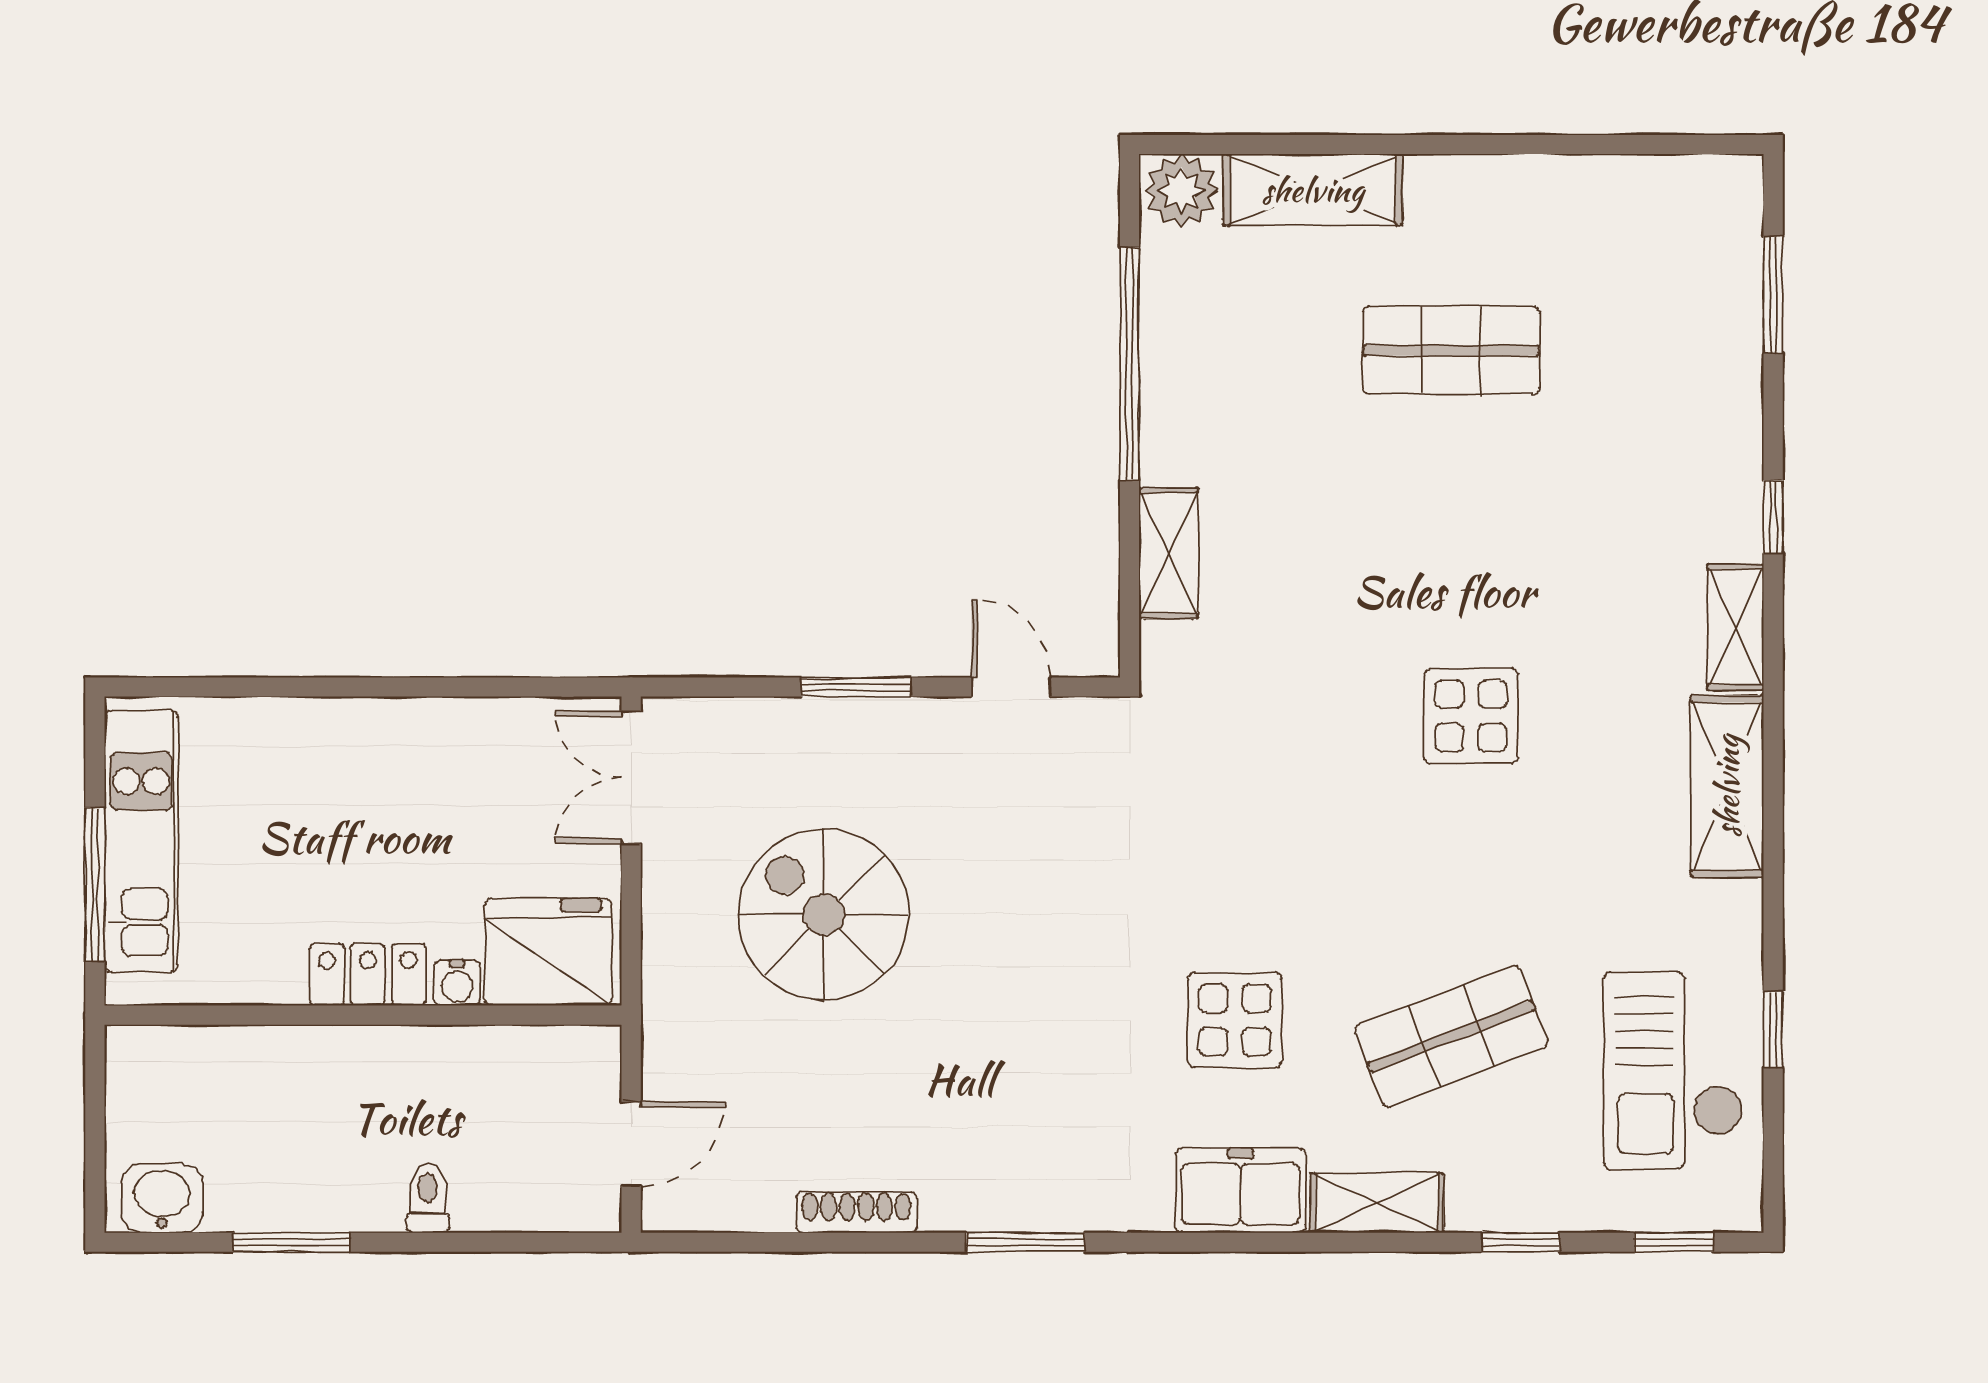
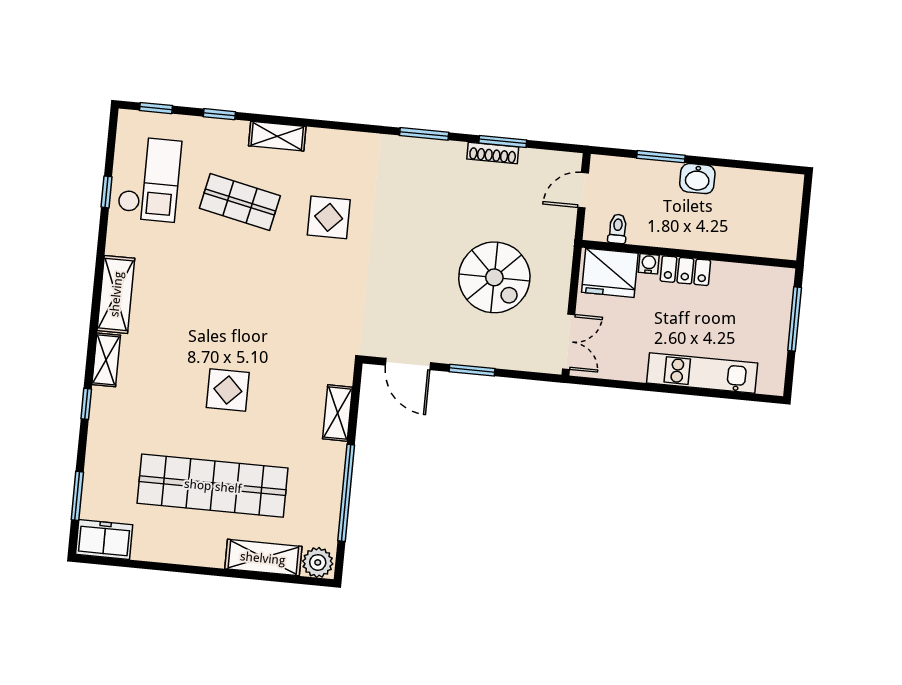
shop shelf: (1451, 350) -> (213, 486), width x2.00, depth x1.36
door: (1011, 687) -> (408, 364), width x1.38
display table: (1471, 716) -> (228, 390), moved
kitchen unit: (141, 841) -> (702, 373), moved, turned 90
shop shelf: (1451, 1036) -> (240, 202), turned 33
freezer: (1240, 1190) -> (104, 540), moved, turned 180
washbasin: (162, 1198) -> (697, 179), moved
toilet: (428, 1198) -> (618, 229), moved, turned 180
window: (291, 1242) -> (661, 157), moved
window: (835, 1242) -> (503, 141), added

